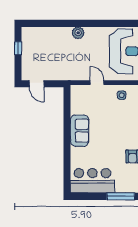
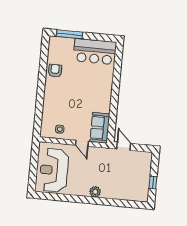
door: (37, 84) -> (124, 146), moved
sofa: (80, 131) -> (100, 128), moved

